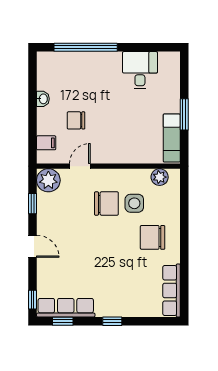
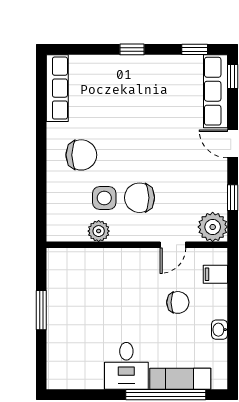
desk: (140, 70) -> (126, 366), moved
exam couch: (172, 138) -> (180, 379), moved, turned -90
plant: (160, 177) -> (99, 231), moved
row of seats: (66, 308) -> (216, 91), moved, turned 90

